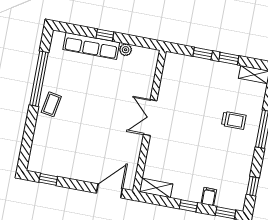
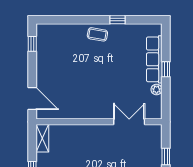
window: (39, 79) -> (117, 20), width x0.32
double door: (150, 118) -> (129, 122), moved

